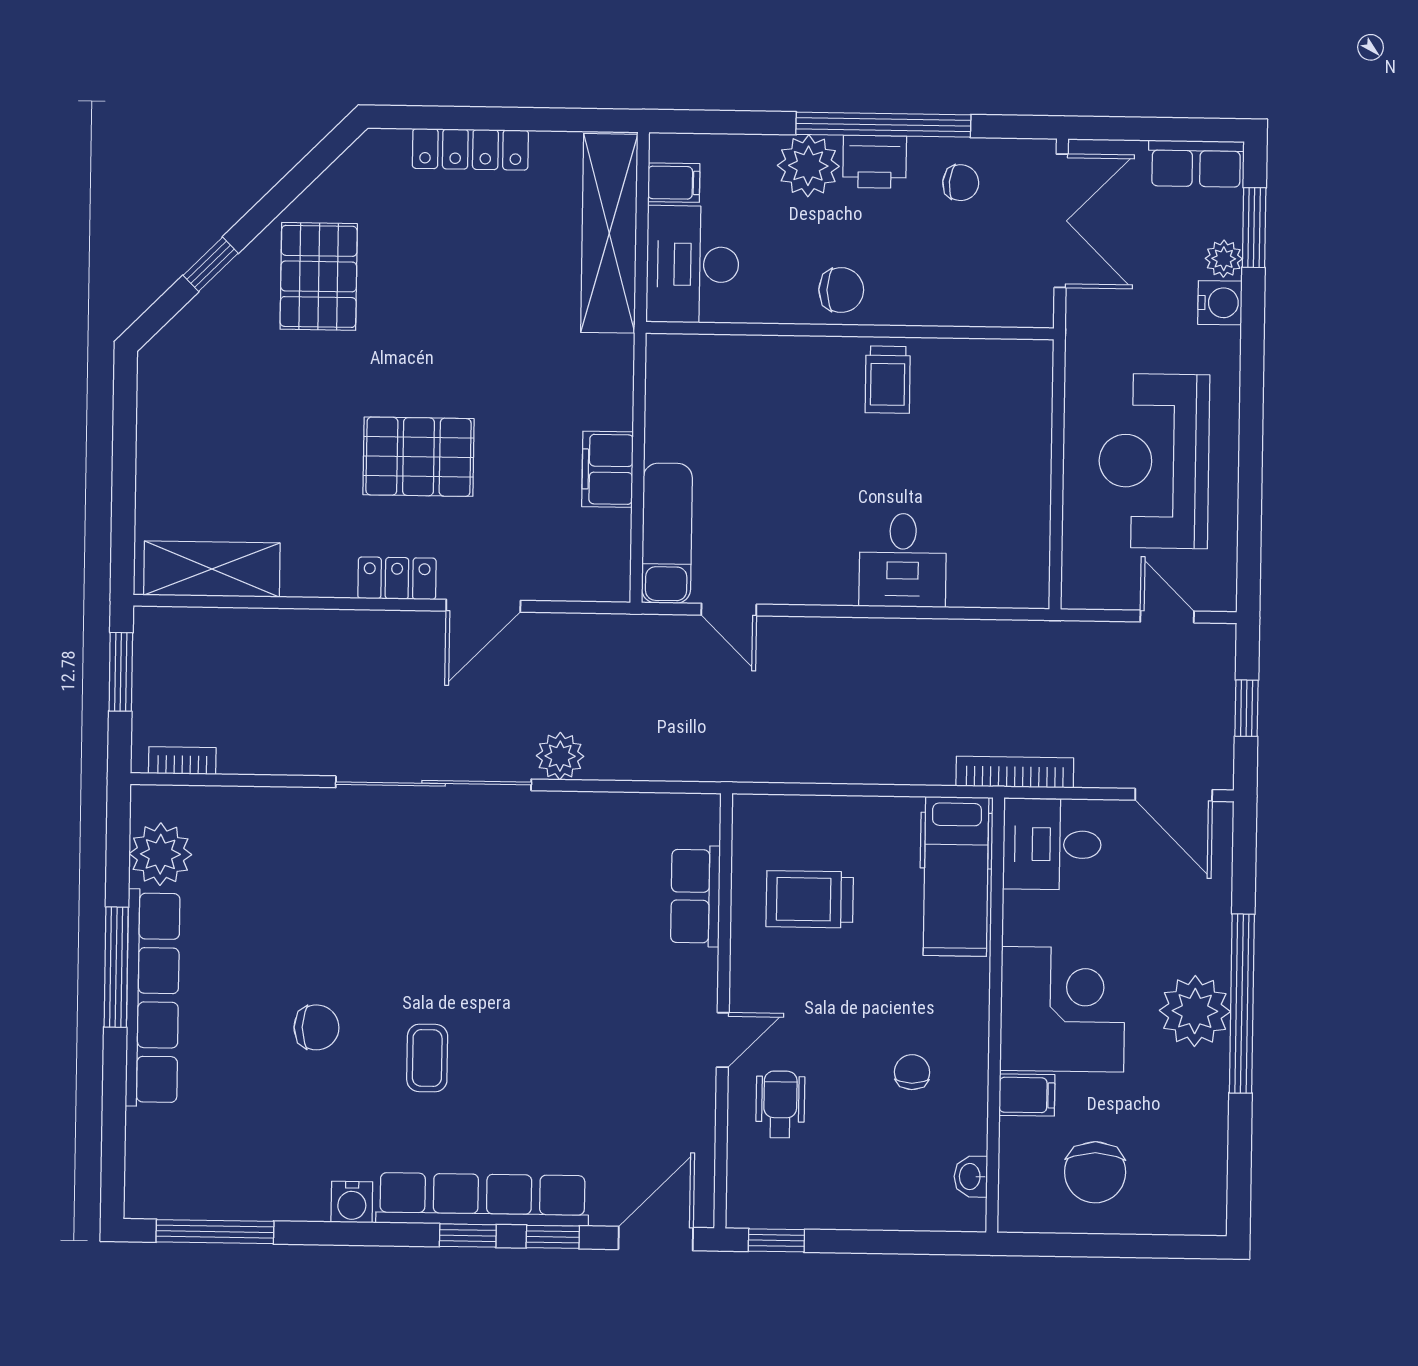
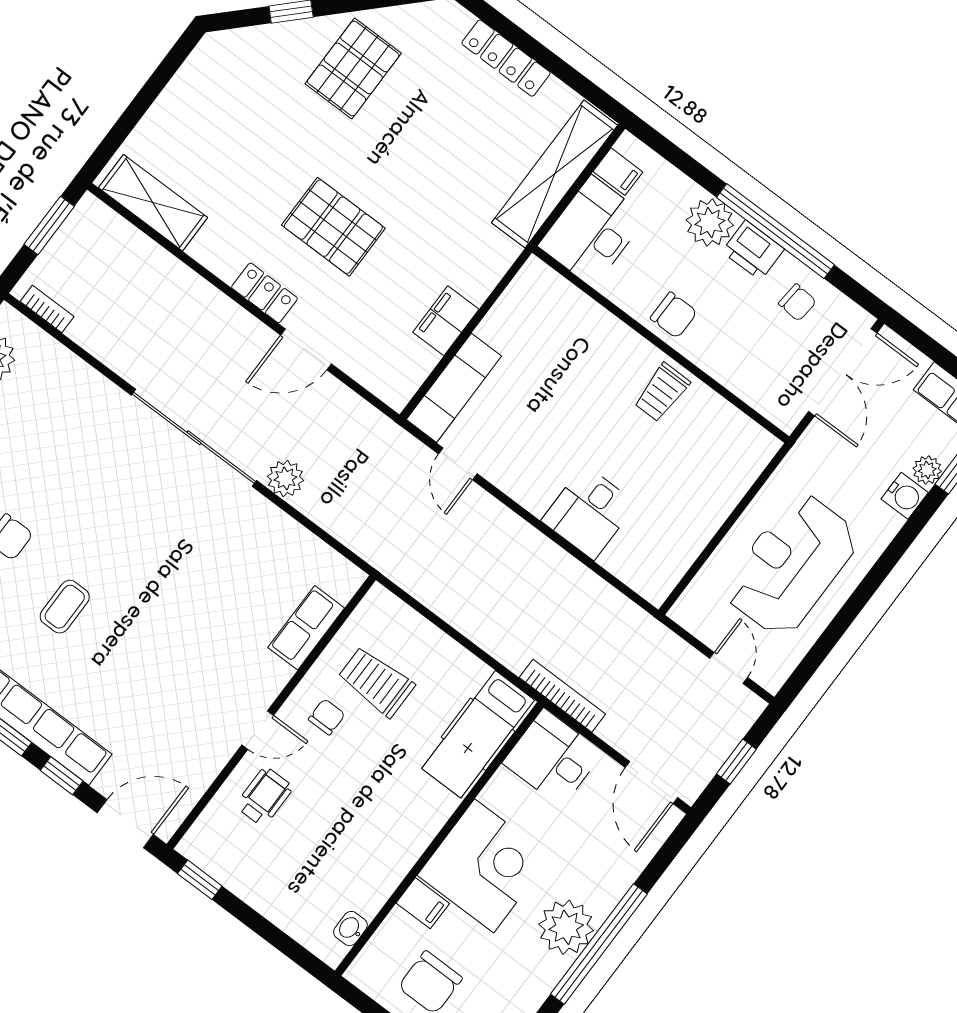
chair: (912, 1072) -> (327, 717), moved

